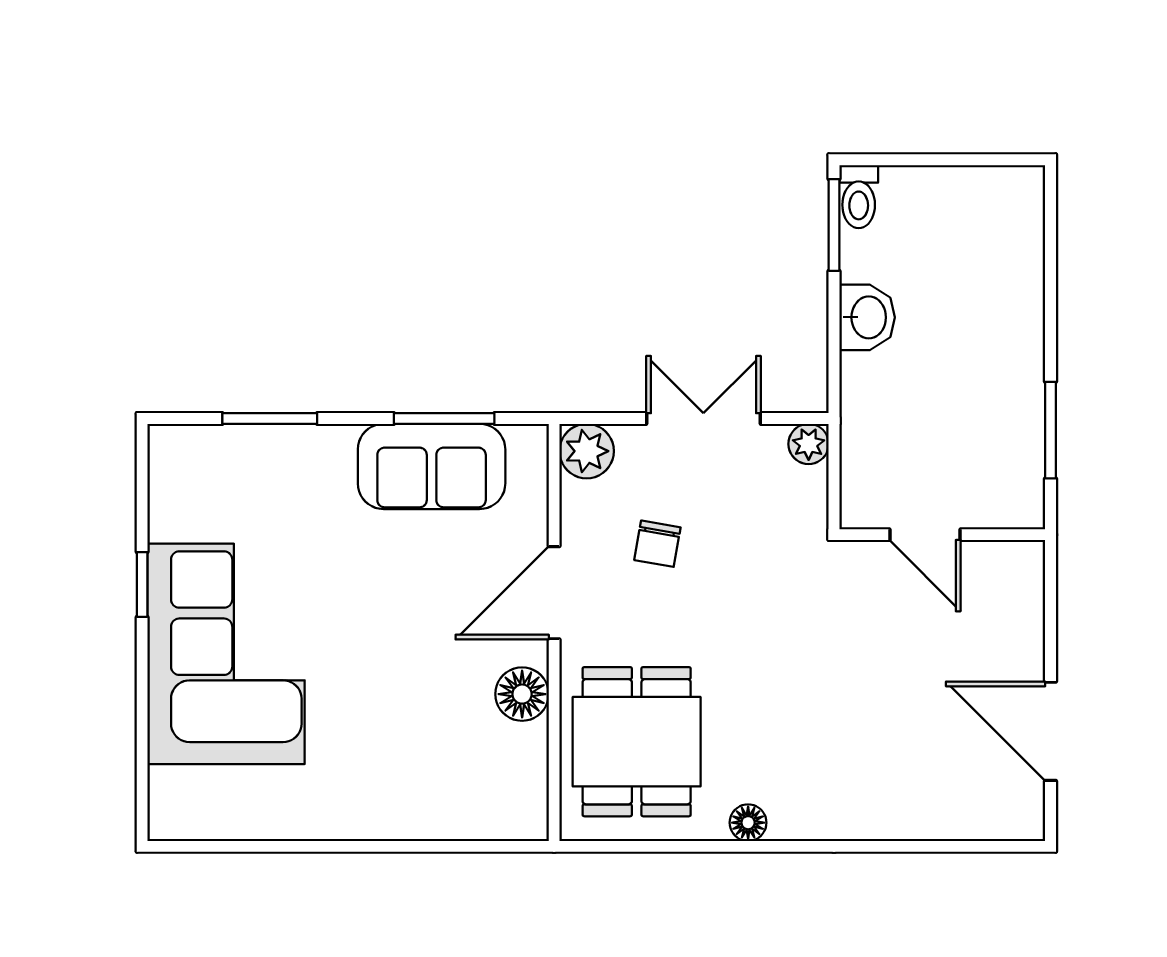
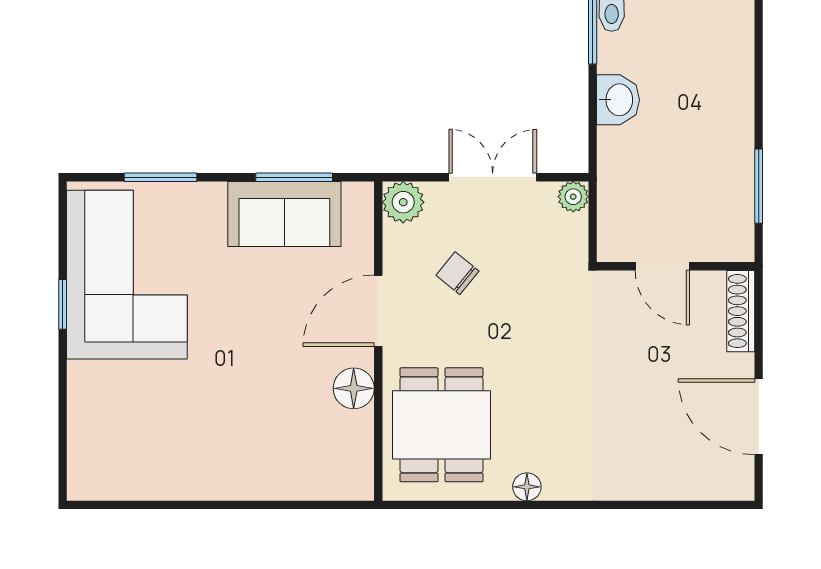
chair: (657, 544) -> (457, 273), turned 119
shoe rack: (1027, 593) -> (741, 311), added
corner sofa: (226, 654) -> (127, 275), moved

